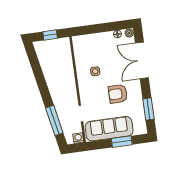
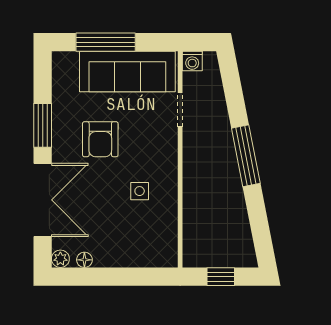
armchair: (118, 94) -> (100, 139), turned 90
window: (149, 109) -> (43, 125), moved
window: (54, 120) -> (246, 156), moved
window: (122, 142) -> (106, 42), width x1.44

